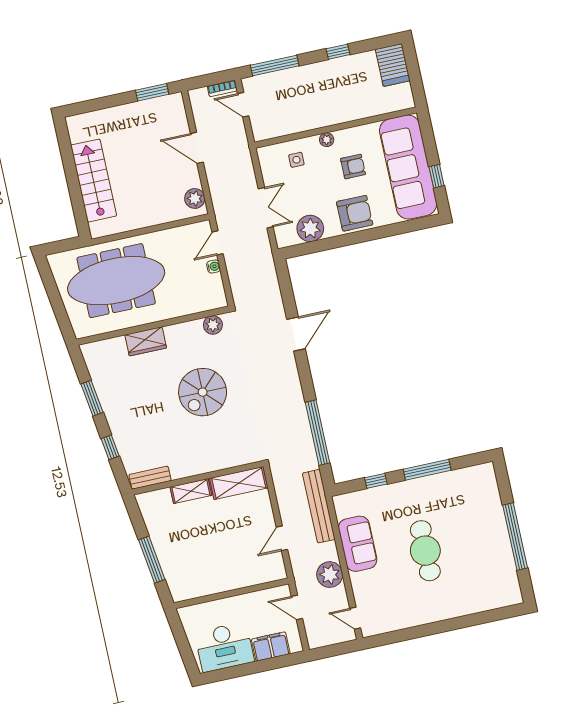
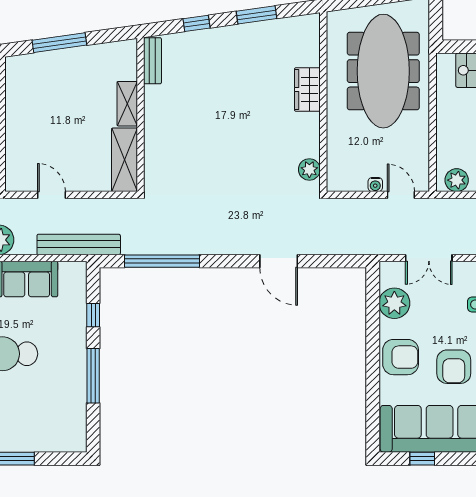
armchair: (353, 167) -> (454, 367), width x1.38, depth x1.38
armchair: (355, 213) -> (401, 357), turned -90
spiral stairs: (203, 392) -> (236, 141), removed

